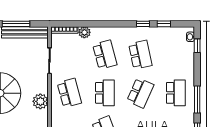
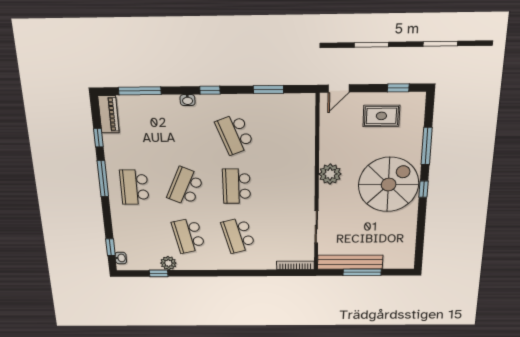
window: (143, 24) -> (187, 273), removed
plant: (84, 32) -> (168, 263), moved
school desk: (69, 93) -> (288, 186), removed

